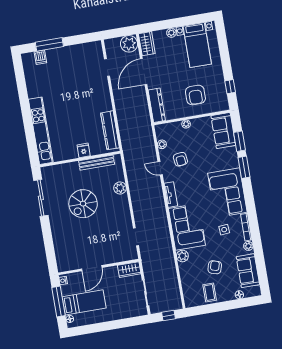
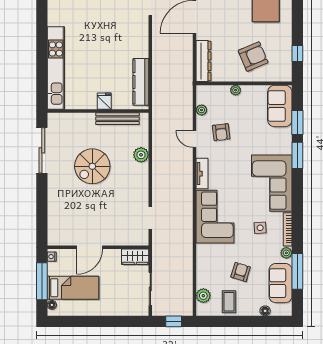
armchair: (195, 95) -> (253, 57), turned -113
plant: (182, 256) -> (203, 296), moved
window: (260, 259) -> (297, 271), added

